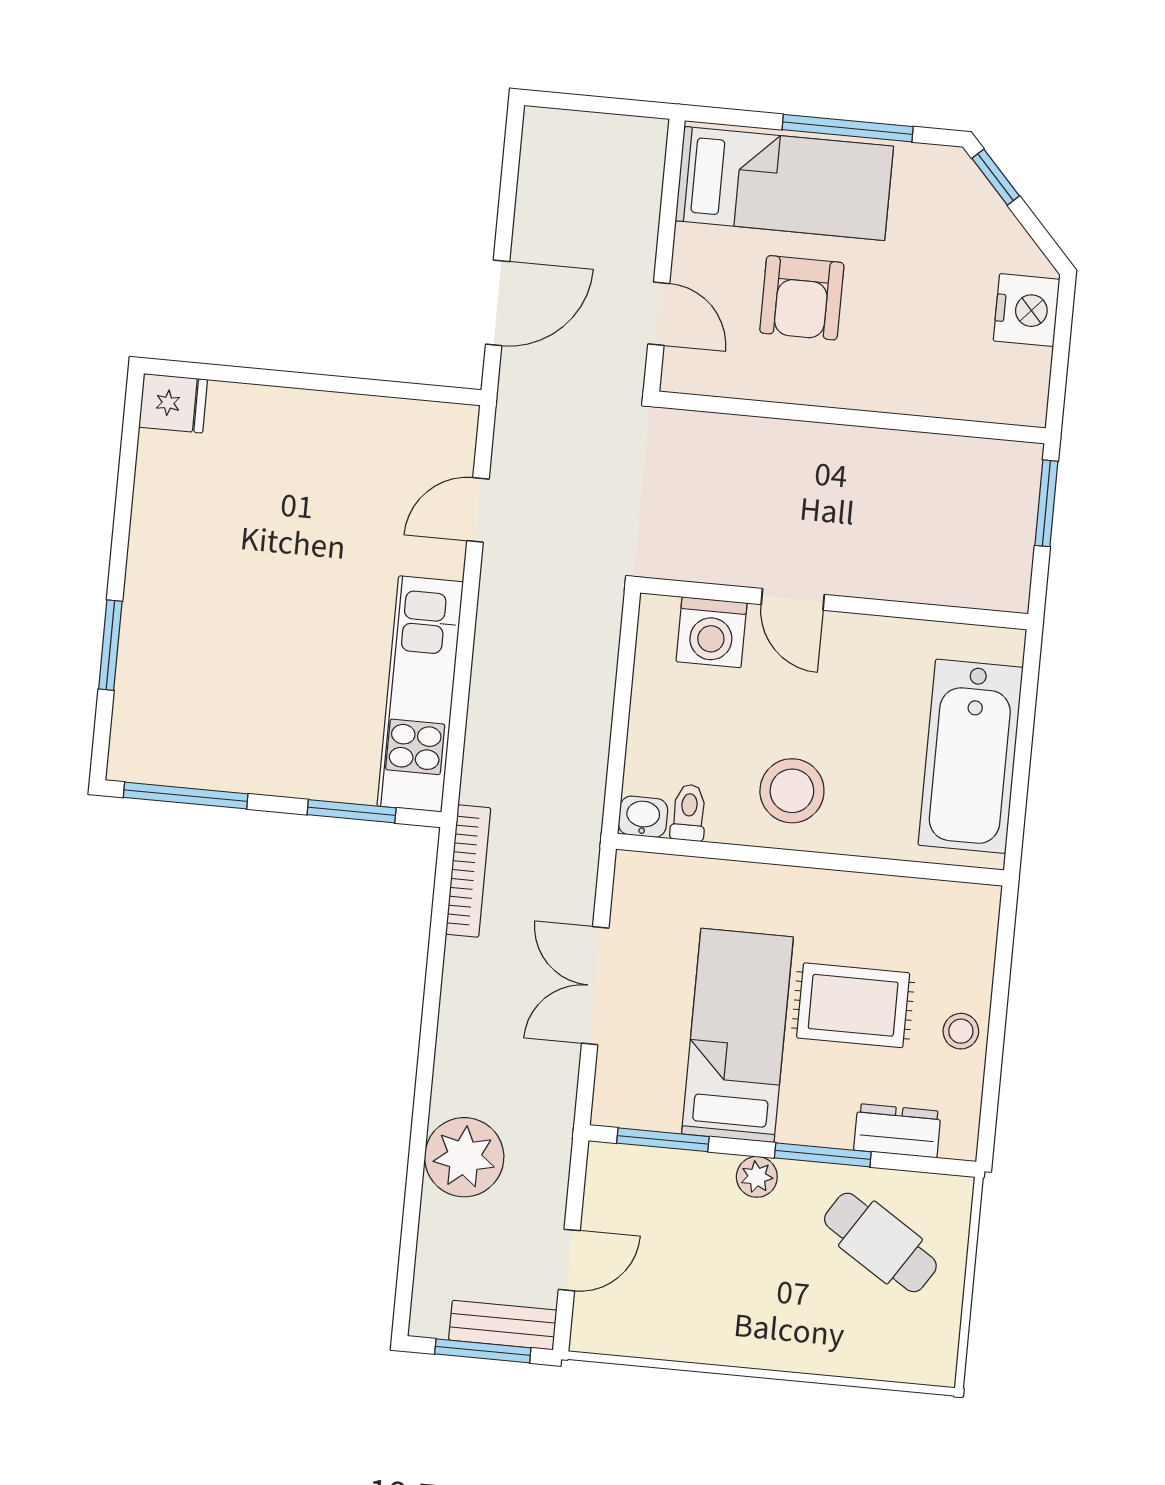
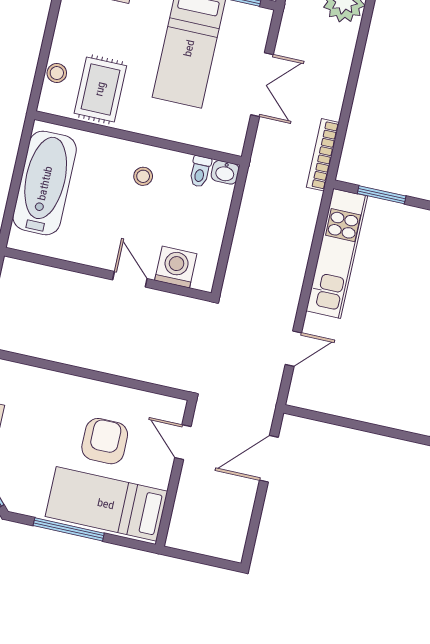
stool: (792, 791) -> (143, 176), width x0.53, depth x0.53
rug: (853, 1005) -> (100, 89), moved, turned 90
stool: (961, 1031) -> (57, 73), moved

